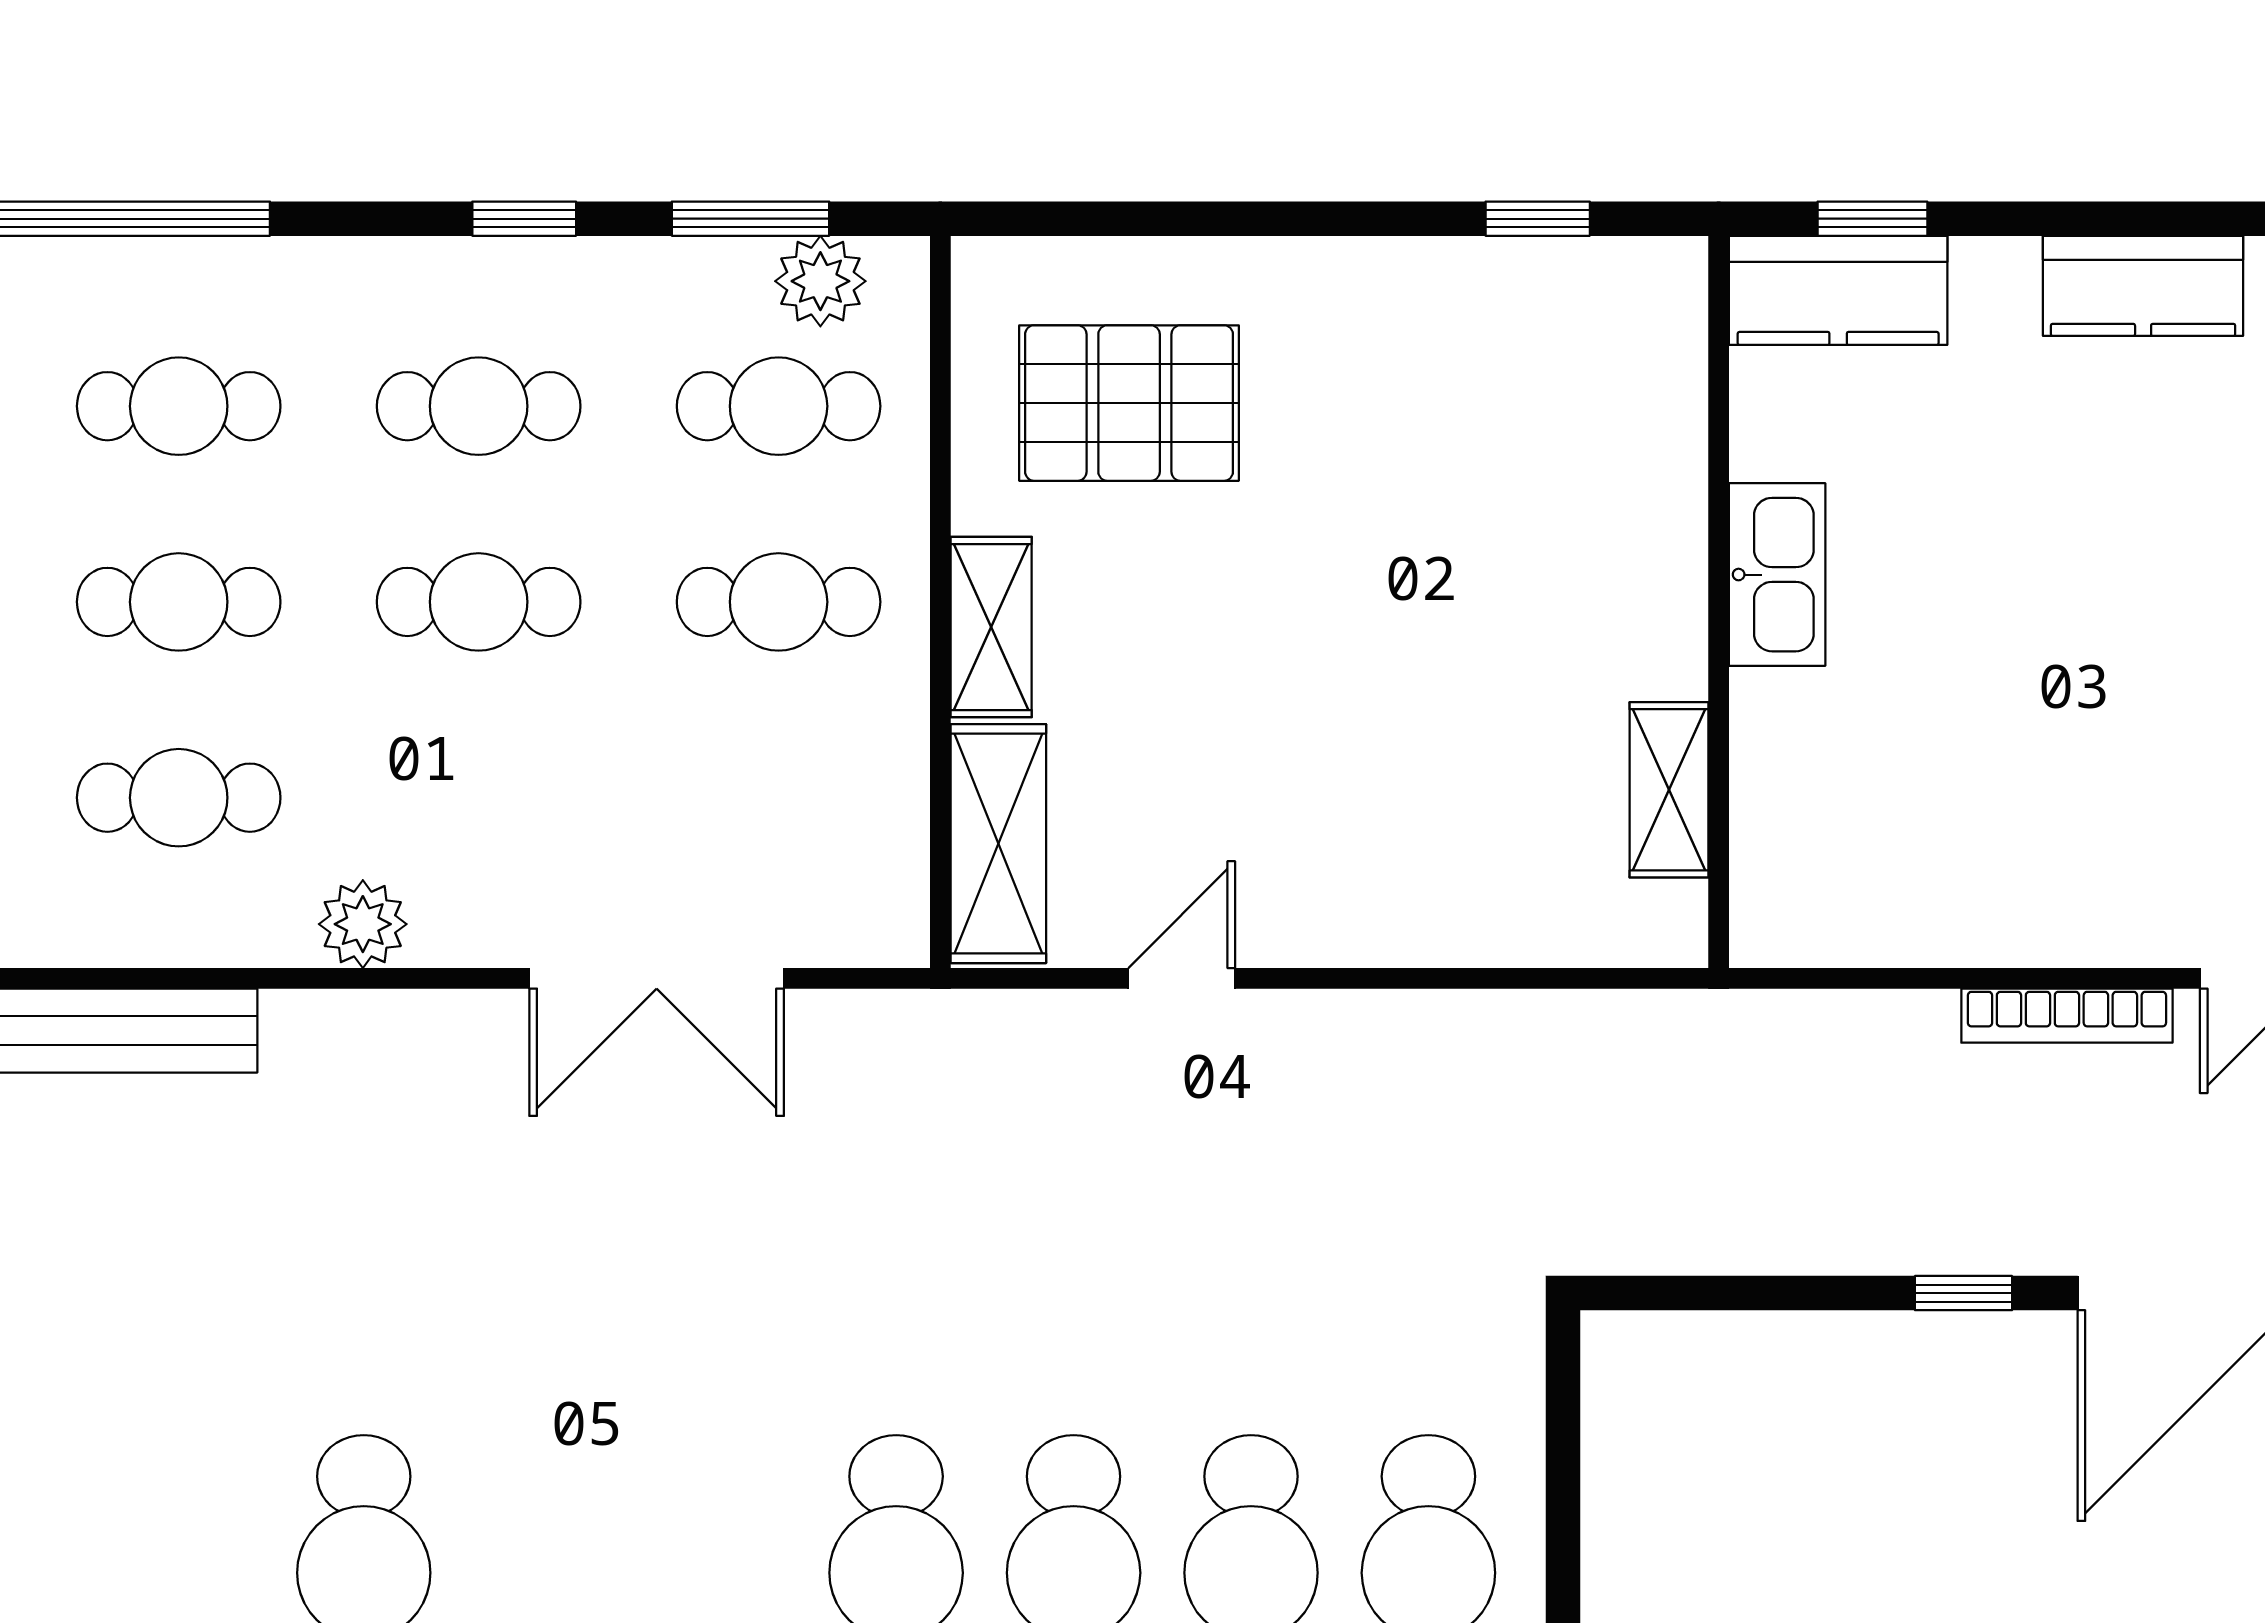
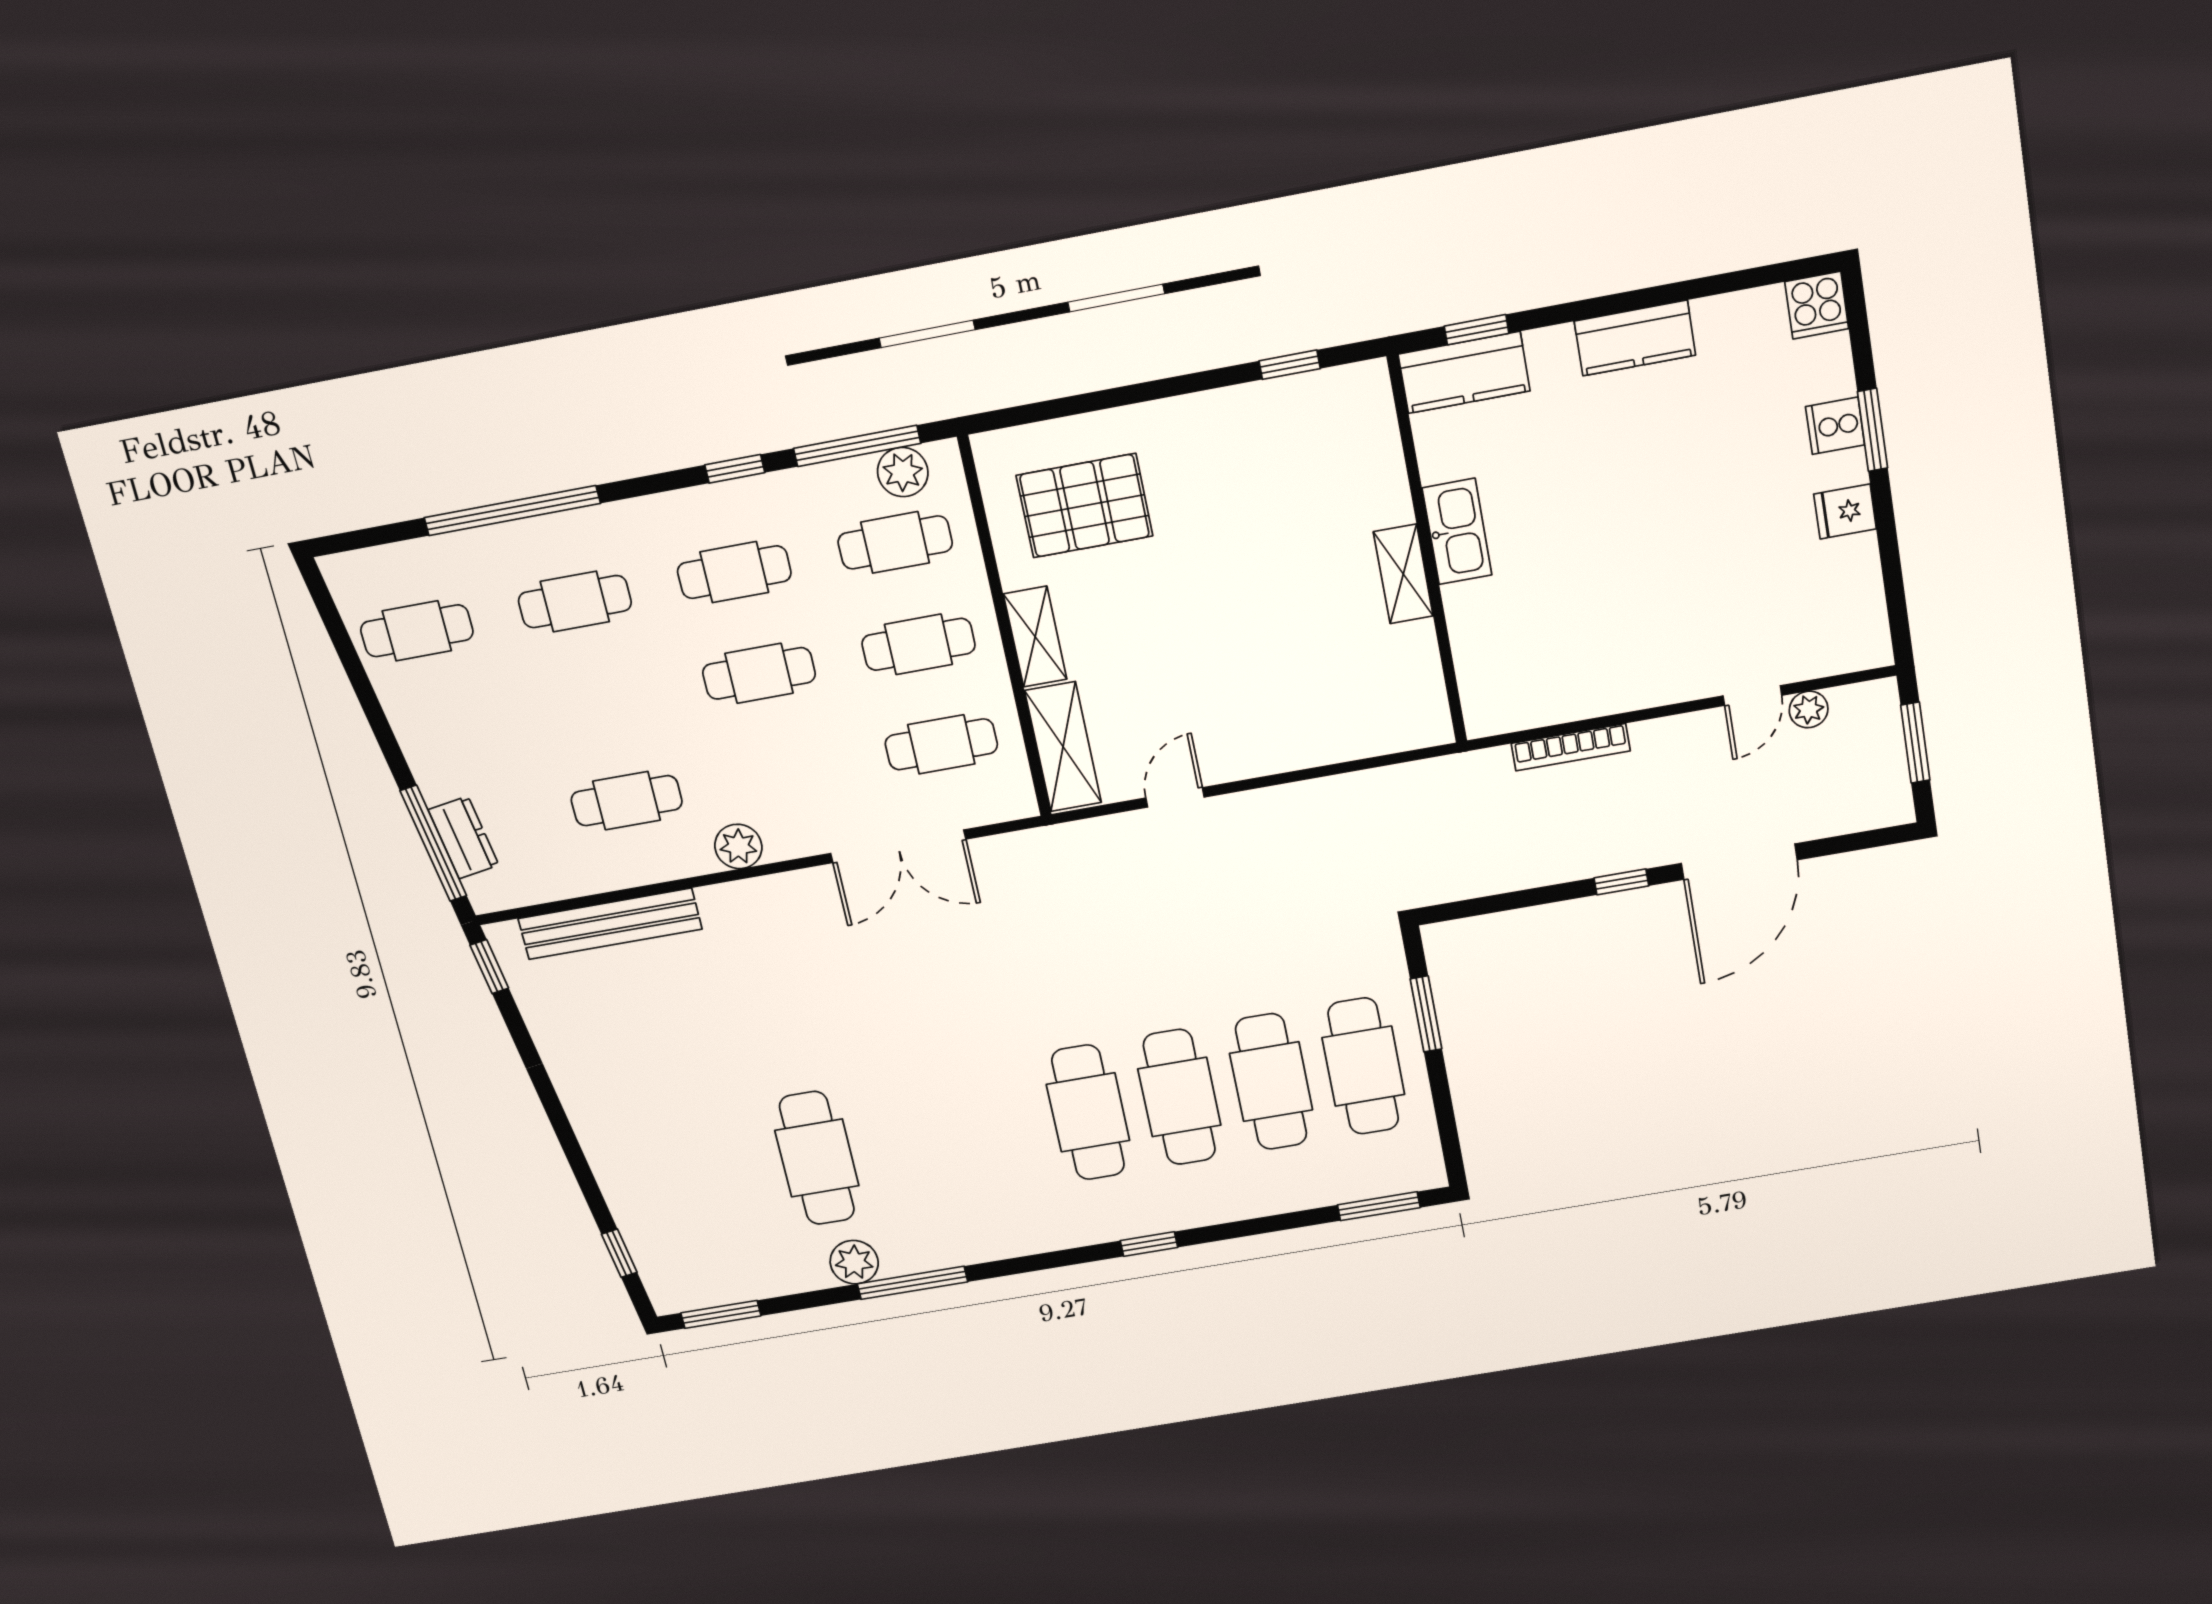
window: (750, 219) -> (857, 446), width x1.44
cafe table: (179, 602) -> (941, 744), moved
shelving: (1669, 790) -> (1403, 574), moved
bookcase: (2067, 1016) -> (1571, 747), moved
window: (1563, 1489) -> (1426, 1014), added

